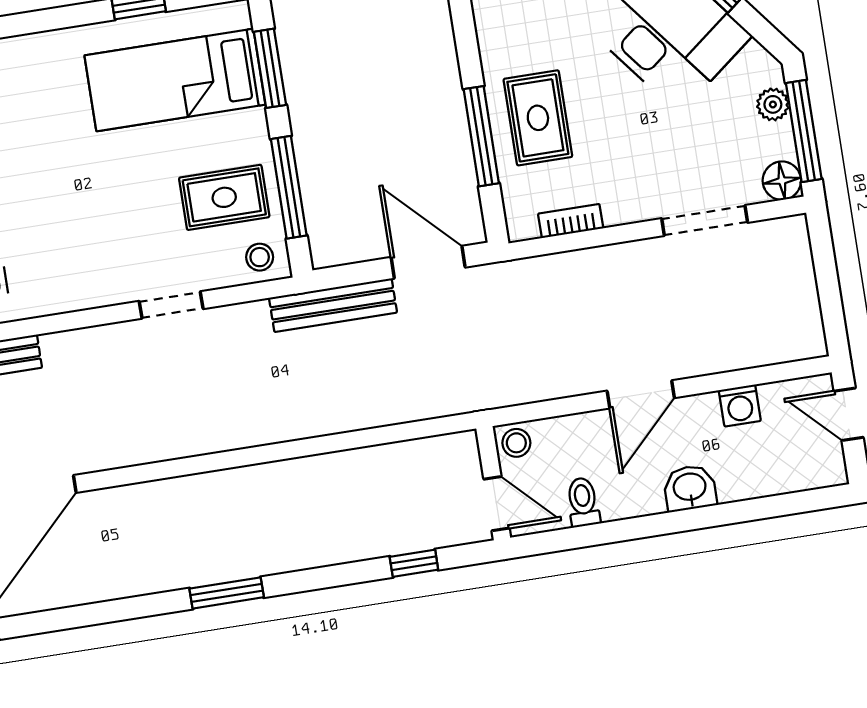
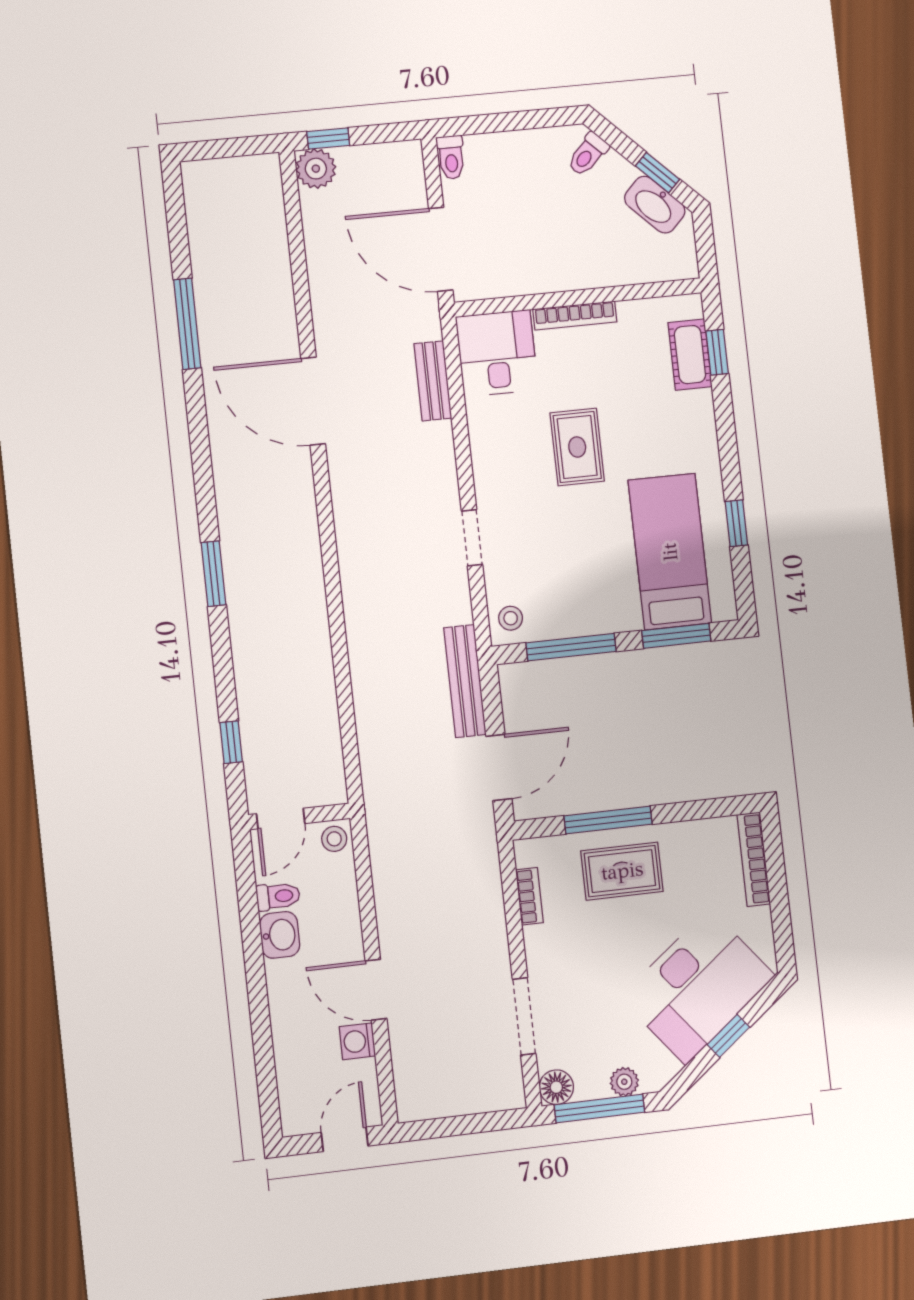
rug: (224, 197) -> (577, 447), moved
door: (641, 394) -> (376, 990), moved
washbasin: (690, 488) -> (280, 935), moved

